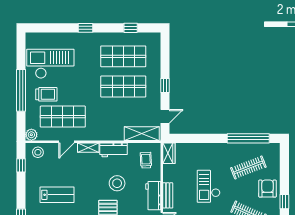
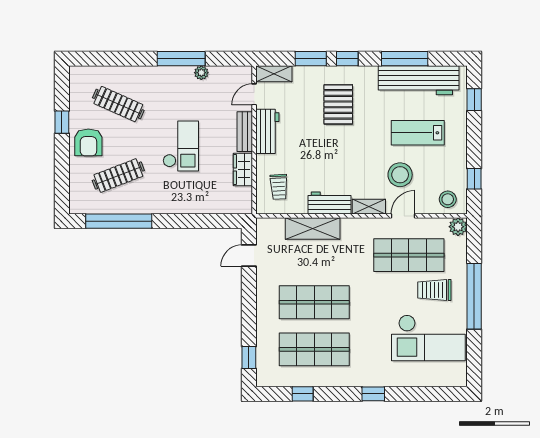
window: (165, 86) -> (249, 358), moved
shelving: (142, 134) -> (313, 228), moved
wardrobe: (169, 153) -> (243, 169), moved
stool: (117, 183) -> (400, 175), moved

